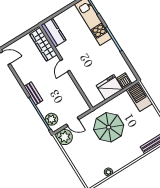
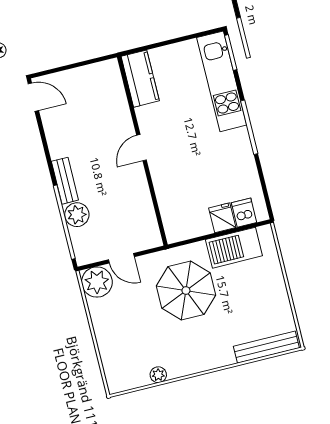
wardrobe: (43, 44) -> (114, 95), removed
fridge: (109, 87) -> (222, 218), width x0.53, depth x0.75
barbecue: (139, 97) -> (234, 248), moved, turned -90
plant: (51, 119) -> (77, 215), moved

